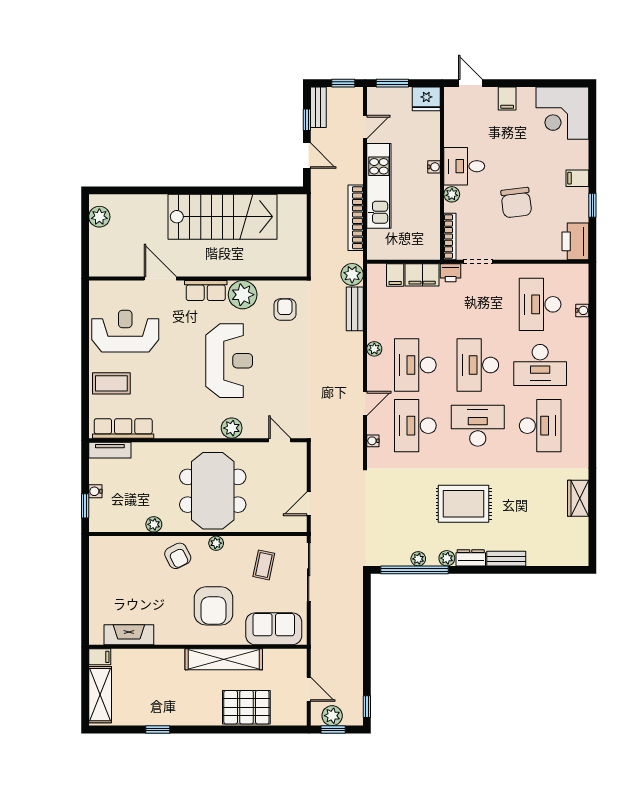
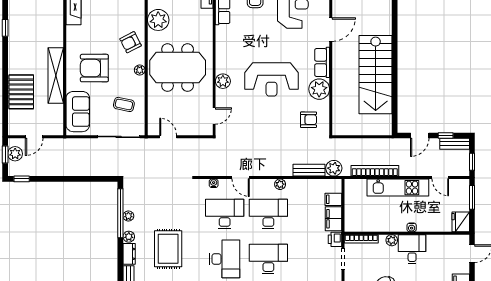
plant: (154, 524) -> (158, 20), width x1.88, depth x1.88

